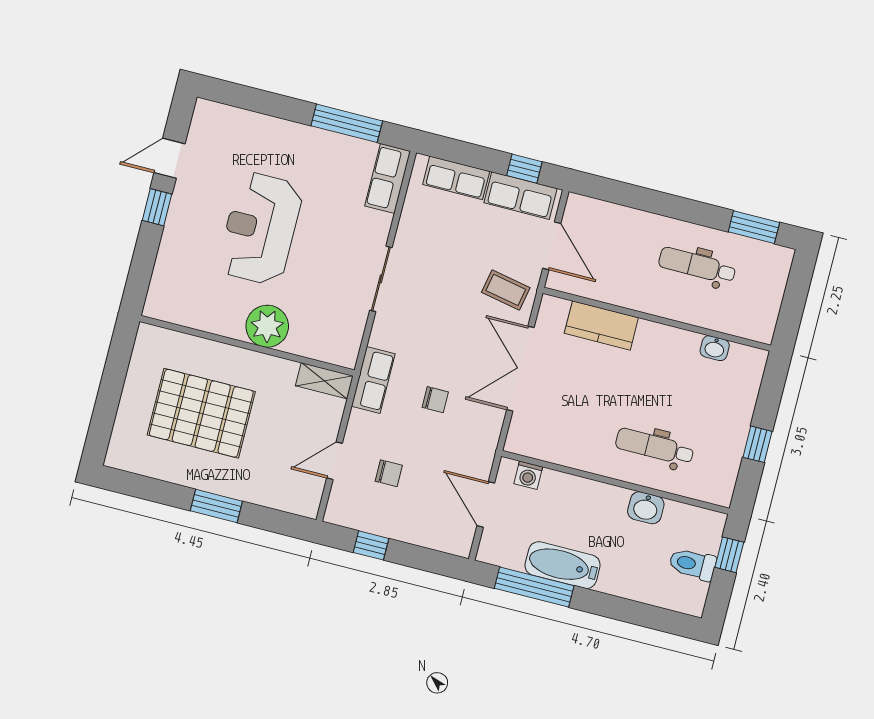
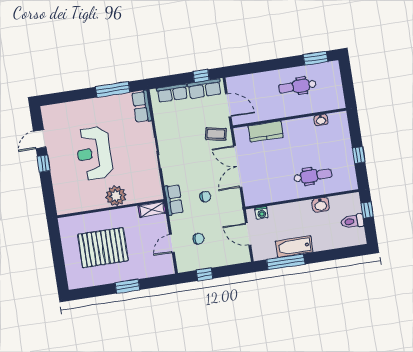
dental chair: (655, 447) -> (313, 176), turned 180

